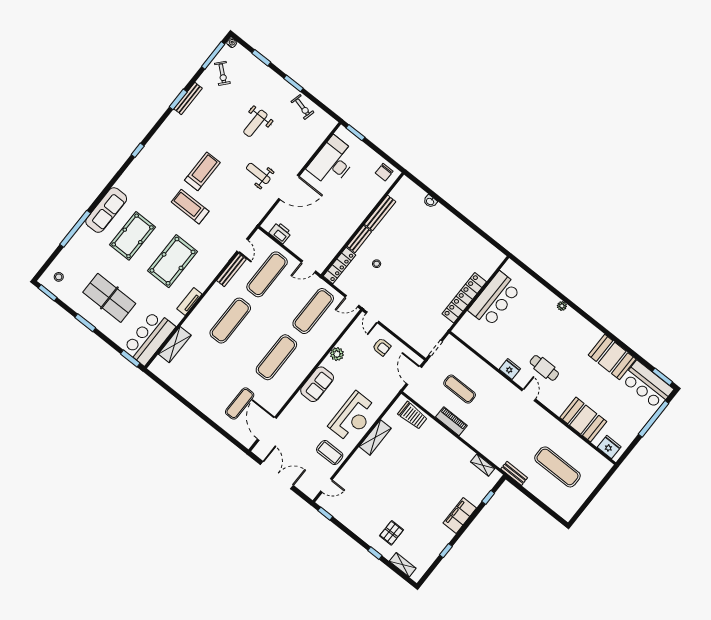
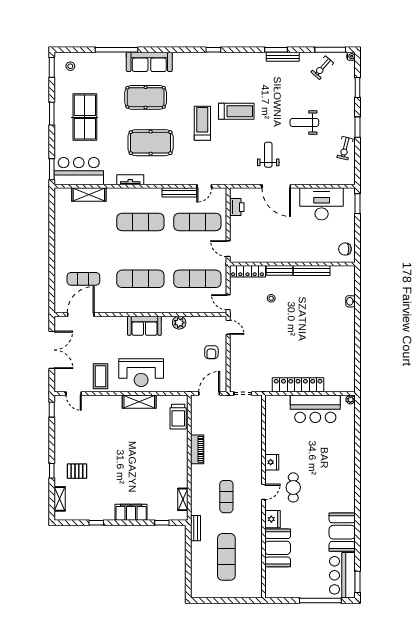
plant: (562, 306) -> (351, 399), moved
door: (372, 317) -> (228, 327), swing flipped
exercise mat: (460, 389) -> (226, 497), moved
fridge: (609, 447) -> (272, 519), moved

